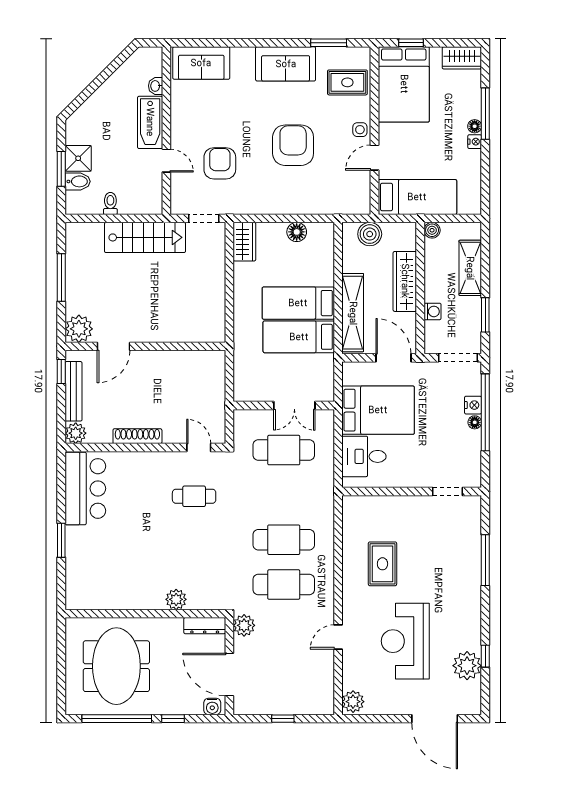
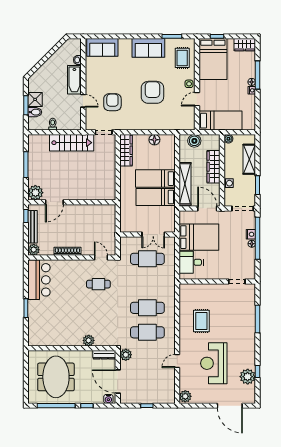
rug: (347, 82) -> (182, 58), turned 90
wardrobe: (244, 242) -> (126, 150), width x1.50

